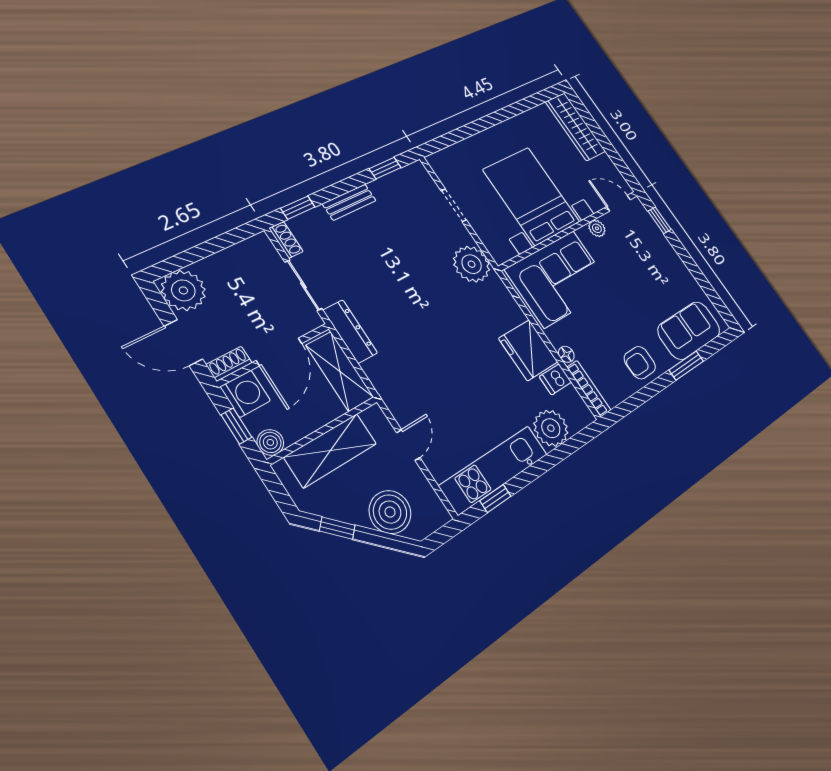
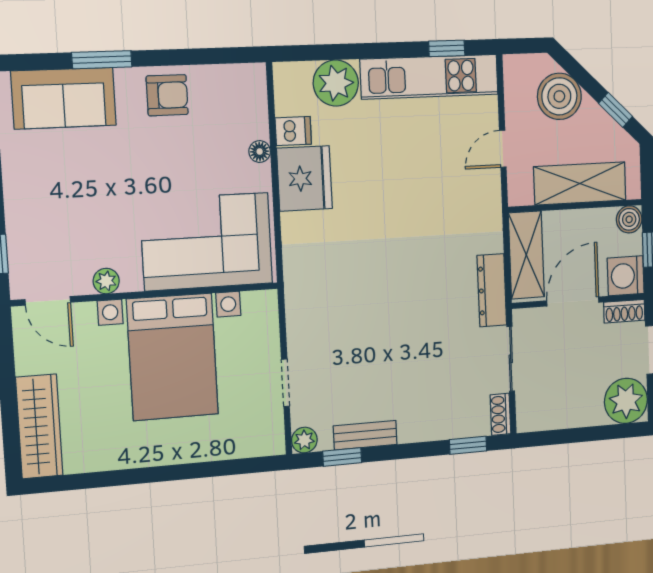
bench: (349, 202) -> (365, 435), moved
plant: (472, 264) -> (304, 440), moved, width x0.53, depth x0.53
bookcase: (589, 389) -> (258, 100), removed

